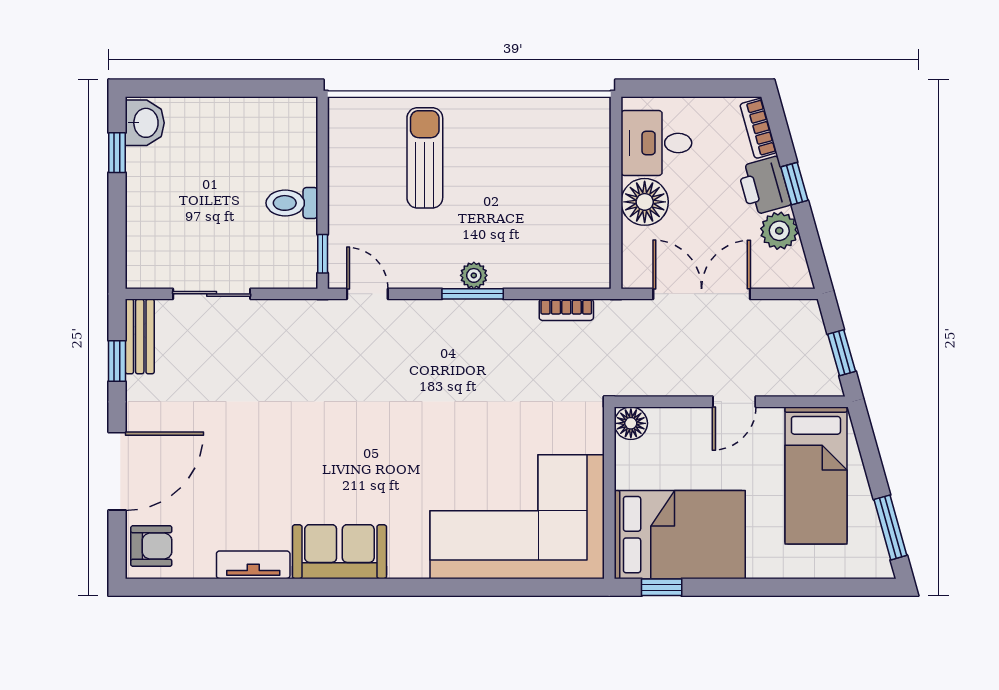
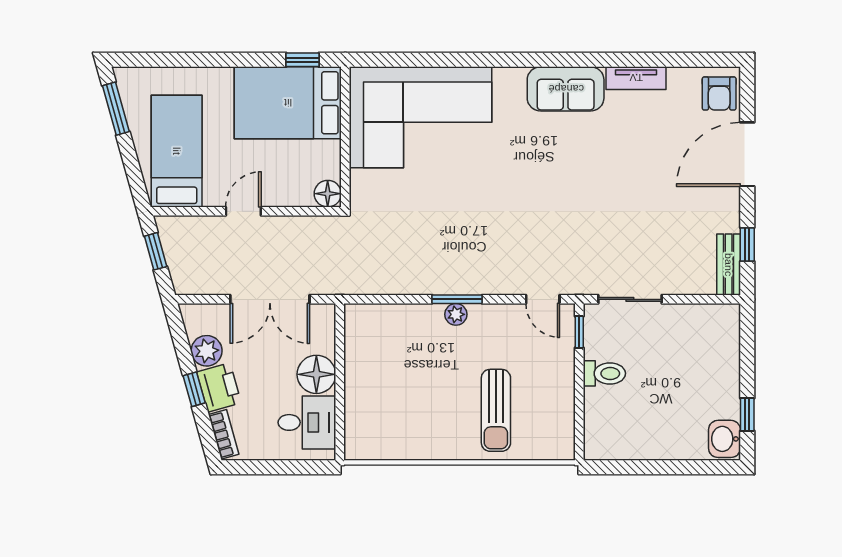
sliding door: (212, 294) -> (630, 299), moved
bookcase: (566, 310) -> (380, 286), removed
armchair: (151, 546) -> (719, 93), turned -90

